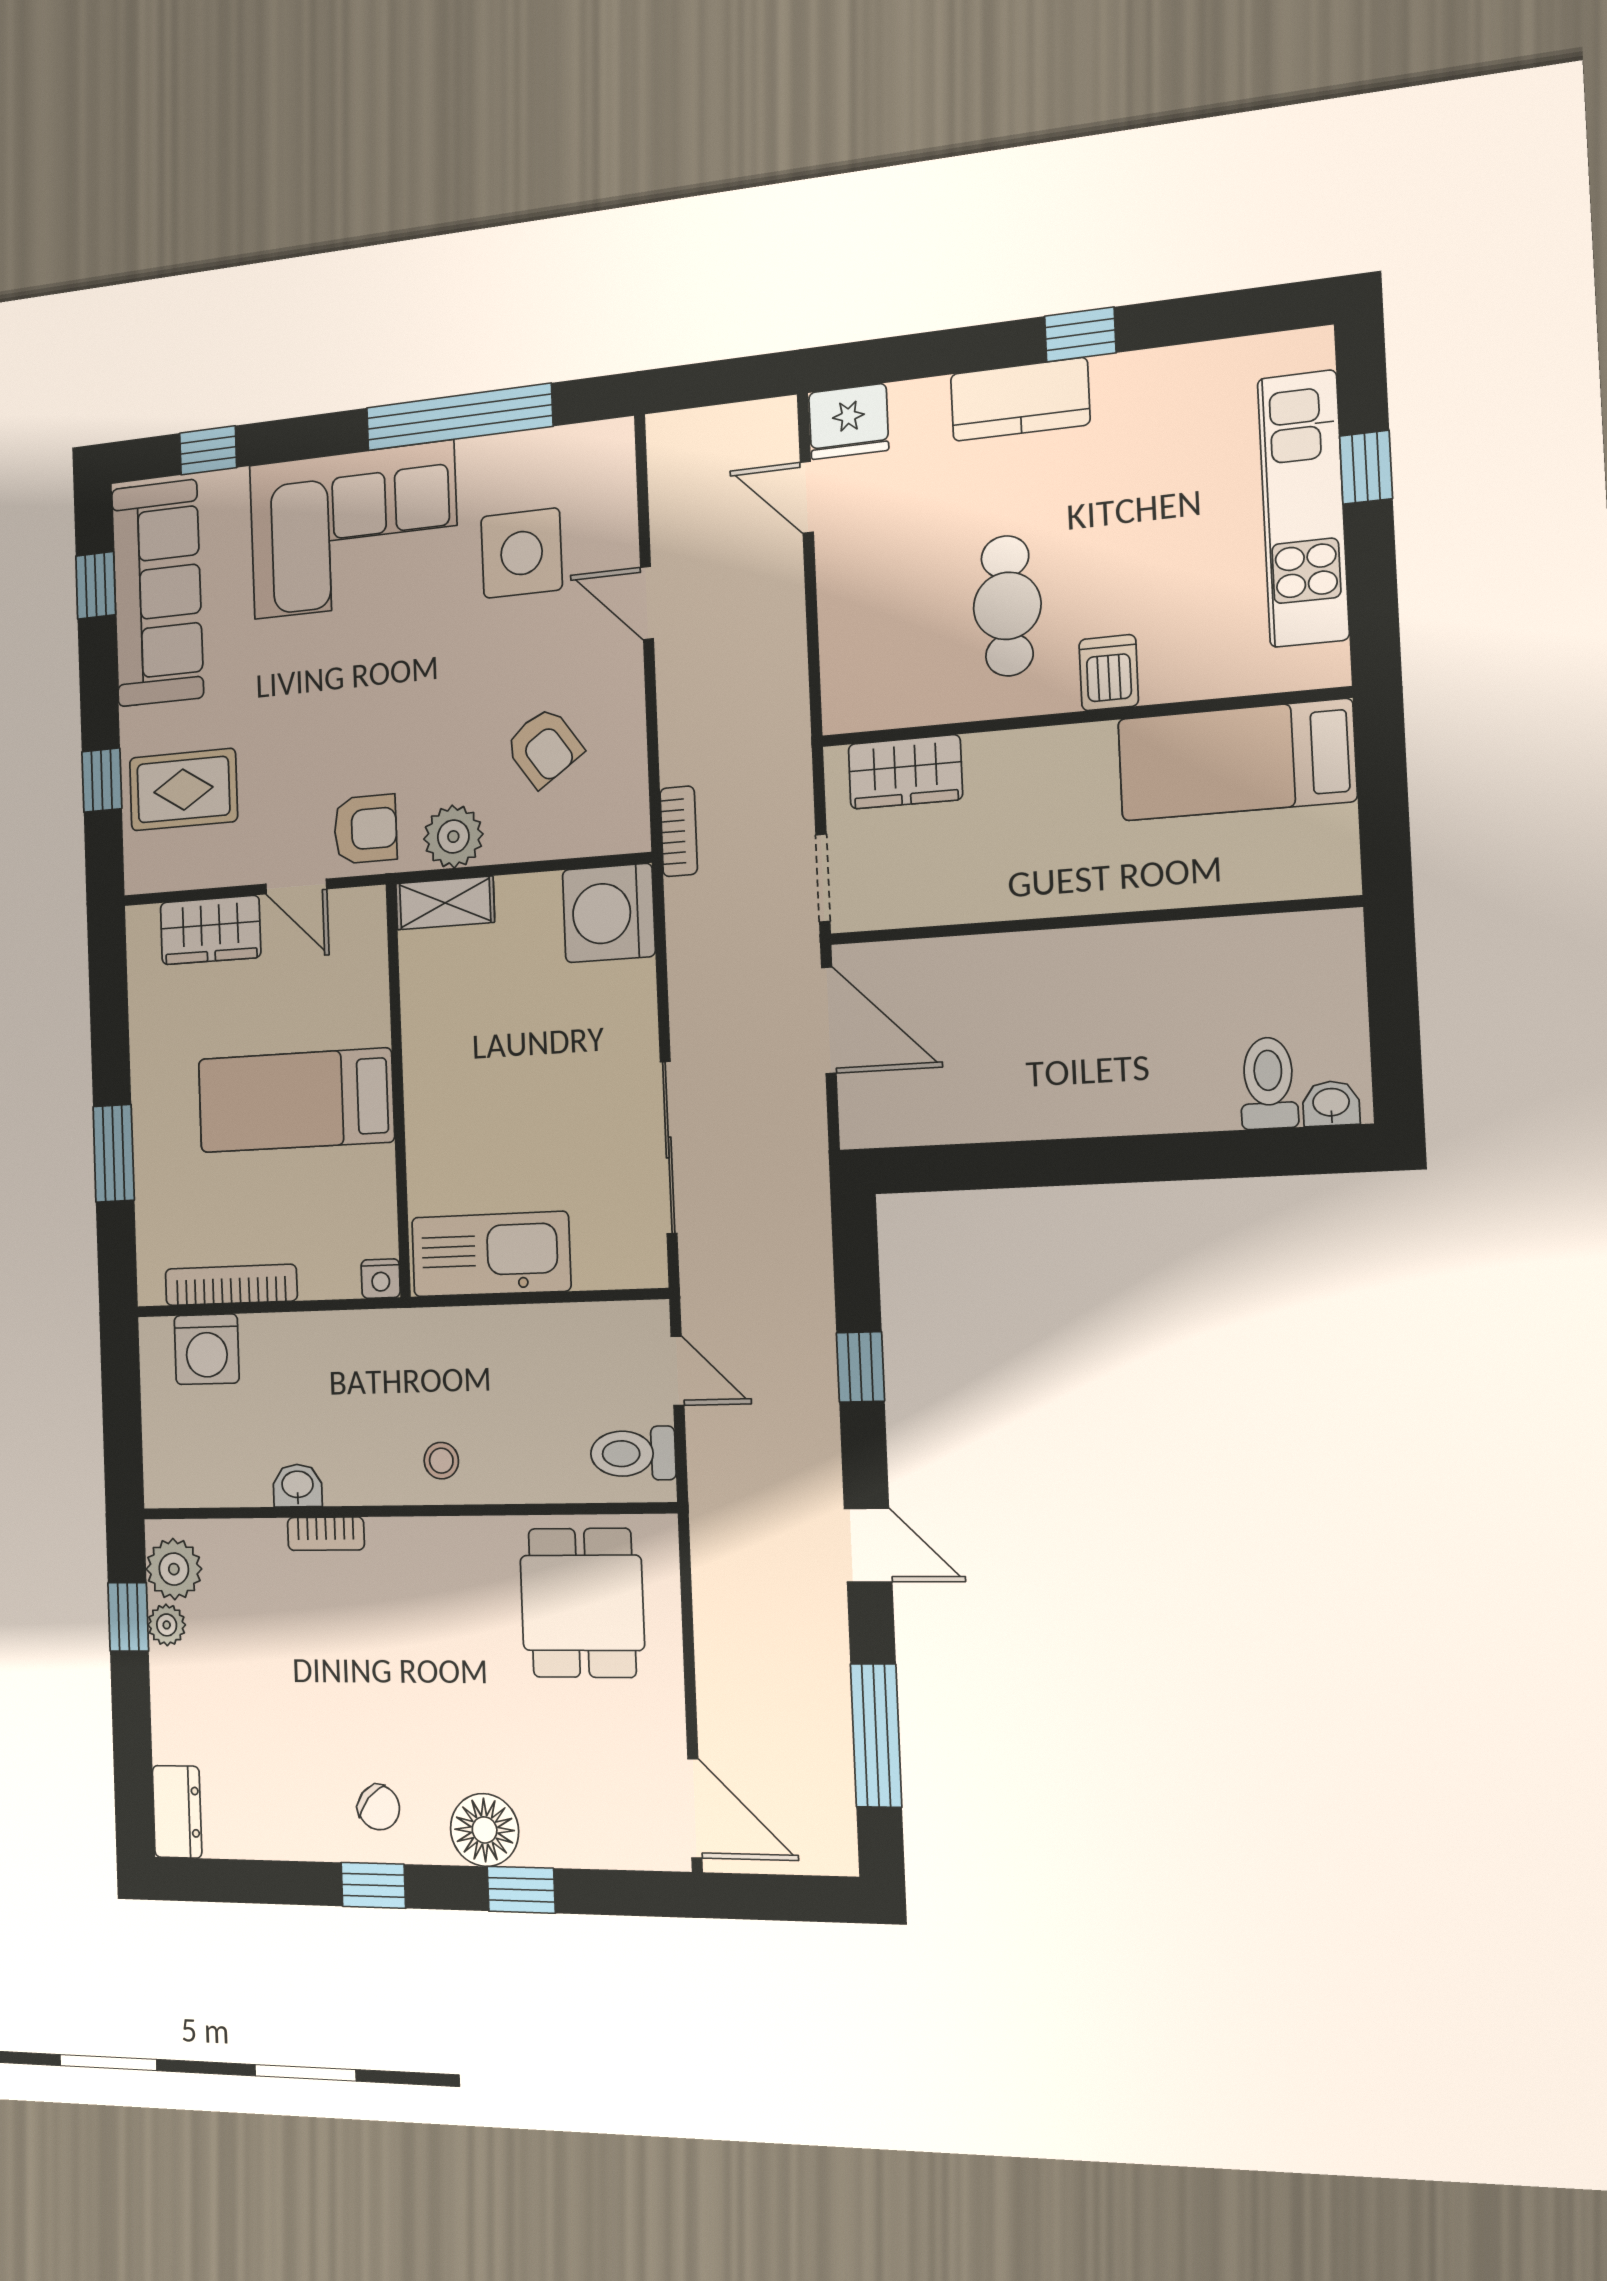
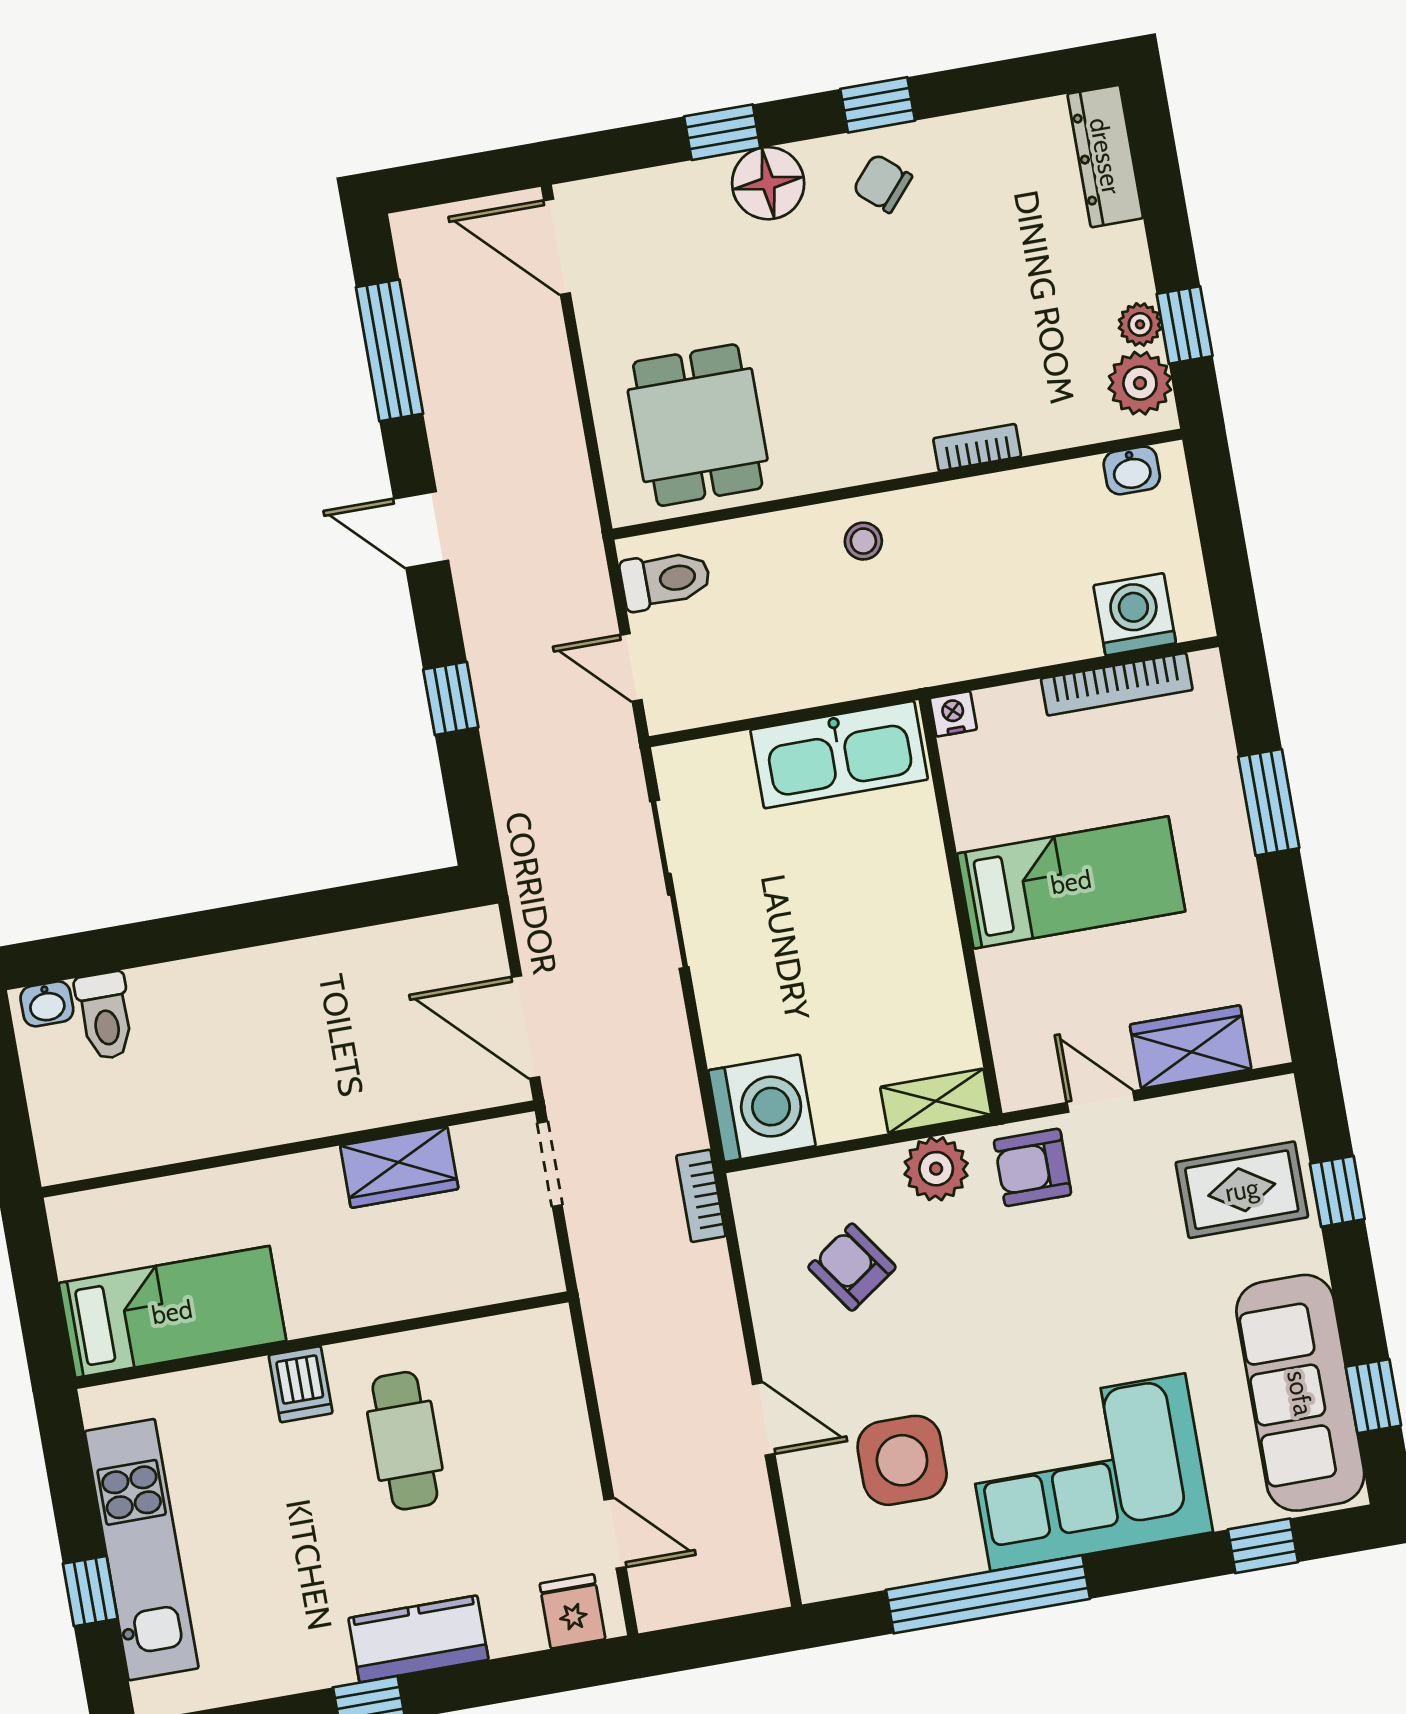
fridge: (849, 421) -> (572, 1611), width x0.72
wardrobe: (905, 772) -> (399, 1167), moved, turned 180
washbasin: (297, 1486) -> (1132, 470), moved
dresser: (177, 1812) -> (1105, 156), width x1.44

